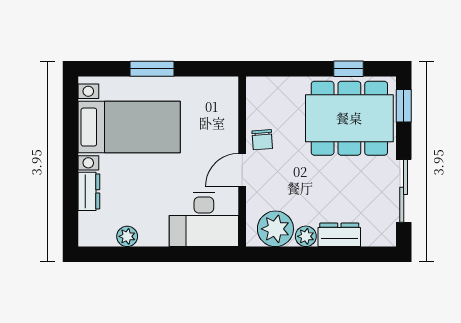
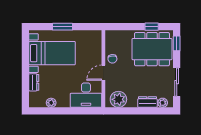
plant: (306, 236) -> (163, 103), moved

